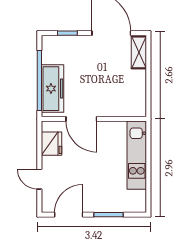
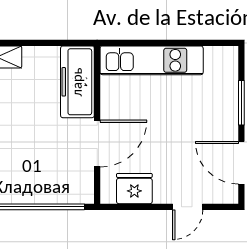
freezer: (53, 89) -> (77, 82), moved, turned -90

